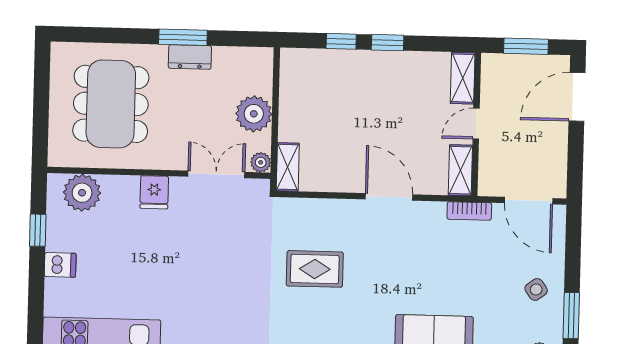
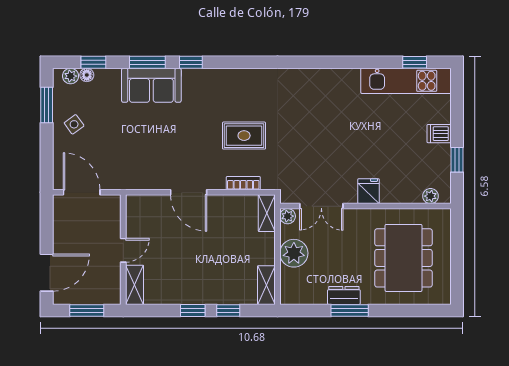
shelving: (460, 170) -> (266, 285), moved
plant: (82, 193) -> (431, 196), width x0.53, depth x0.53
bookcase: (469, 211) -> (243, 183), moved

